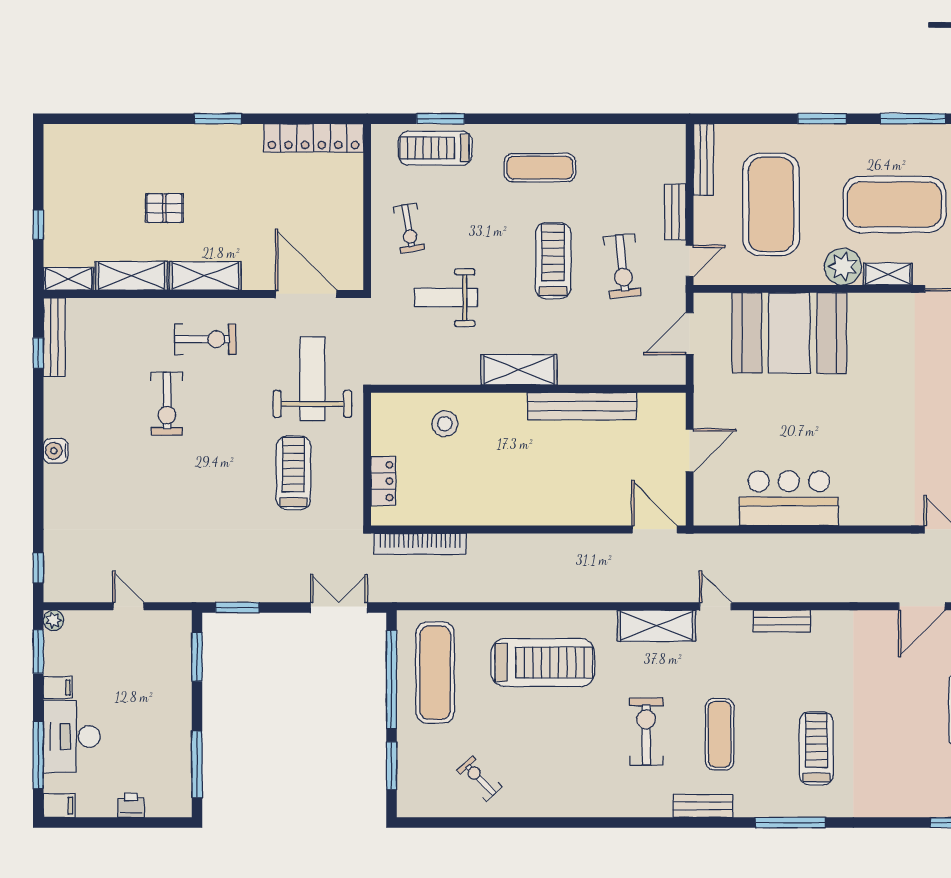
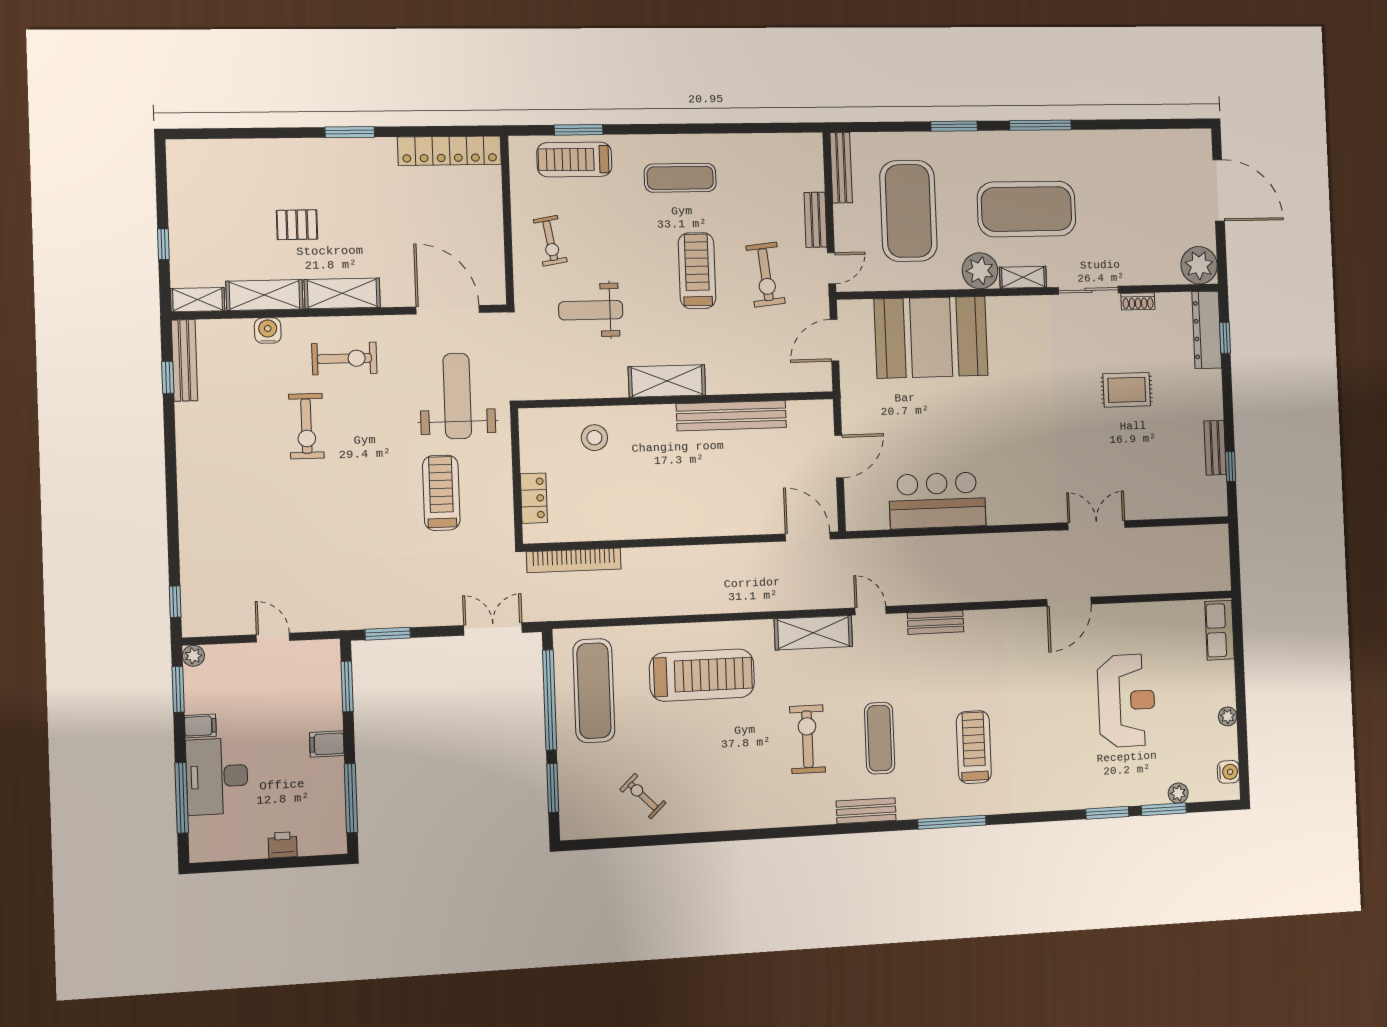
water cooler: (56, 451) -> (268, 331), moved, turned 90
filing cabinet: (59, 805) -> (327, 744), moved, turned 180

